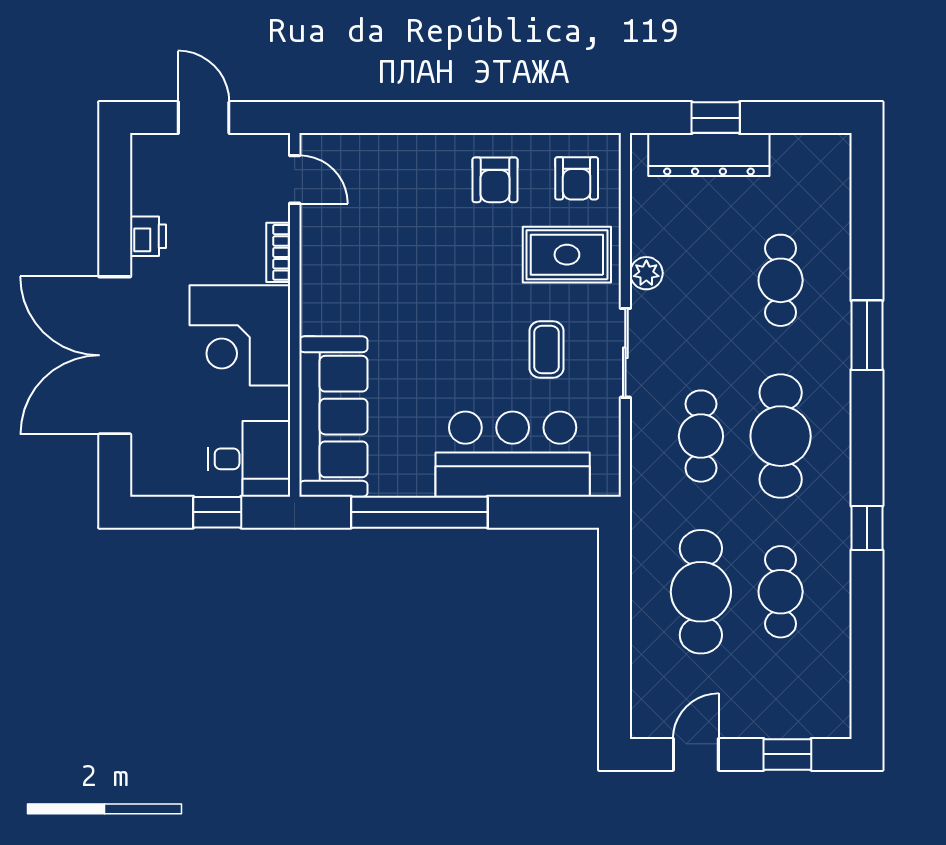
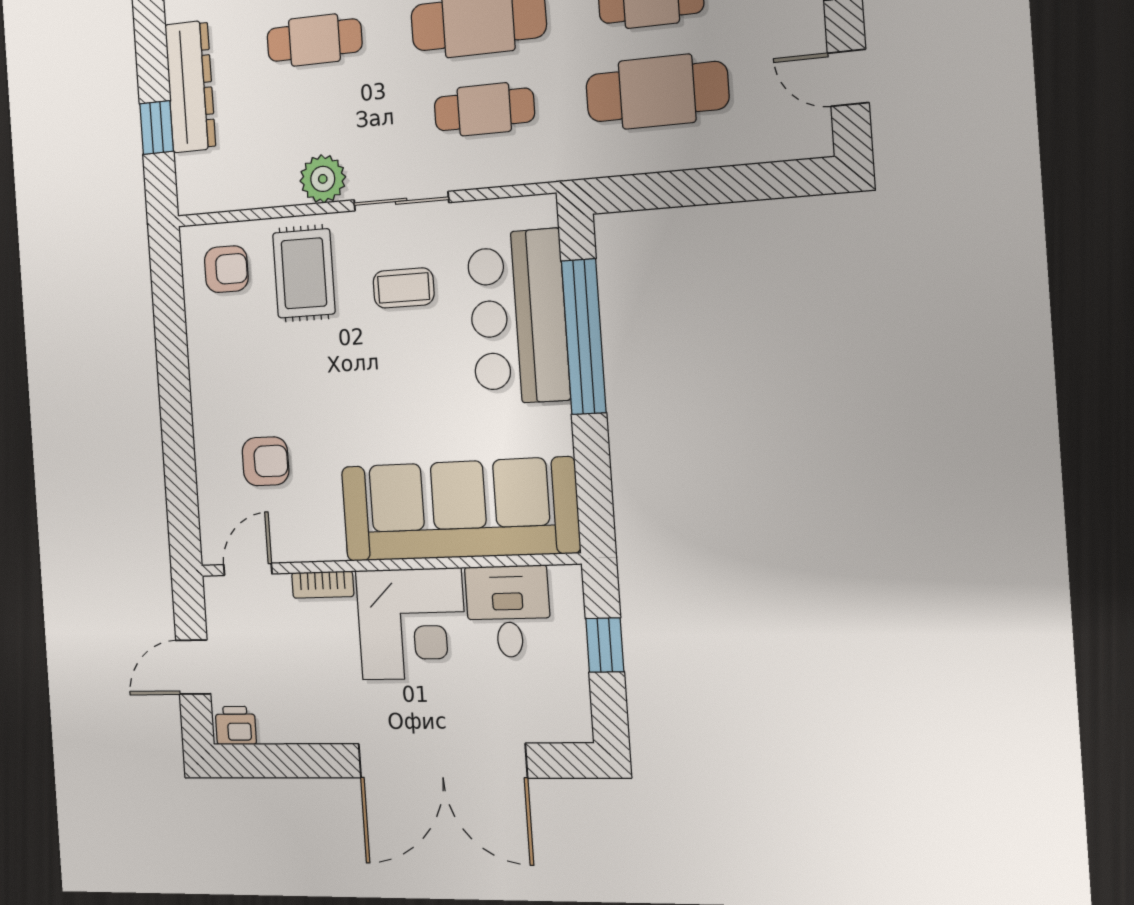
dresser: (709, 155) -> (190, 87), moved
armchair: (495, 180) -> (265, 461), moved
printer: (148, 236) -> (236, 726), moved
plant: (646, 273) -> (323, 179), width x1.38, depth x1.38
sofa: (333, 417) -> (459, 509), width x1.36, depth x1.27
desk: (249, 459) -> (508, 611), moved
window: (419, 512) -> (584, 337), moved

